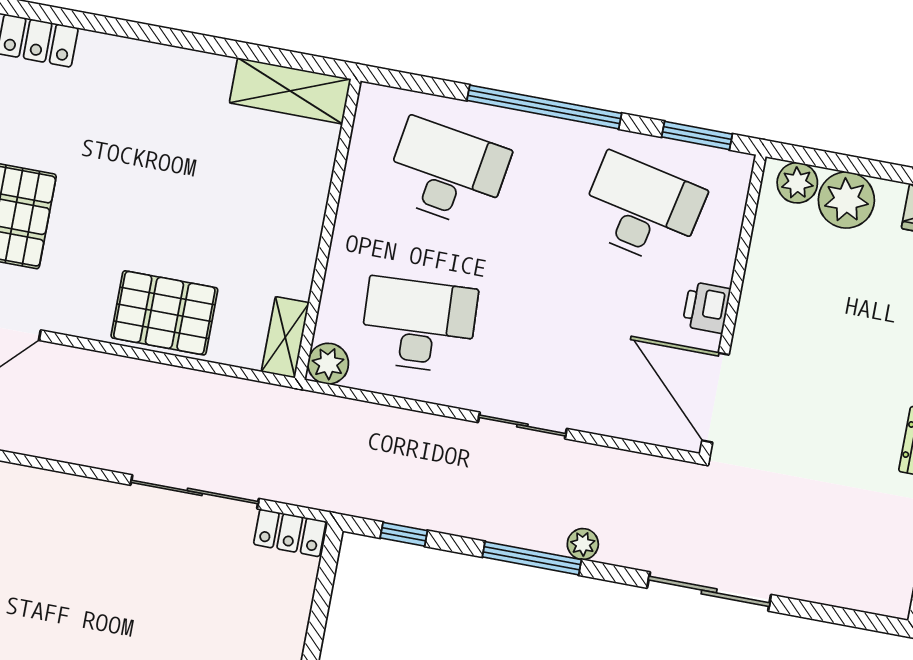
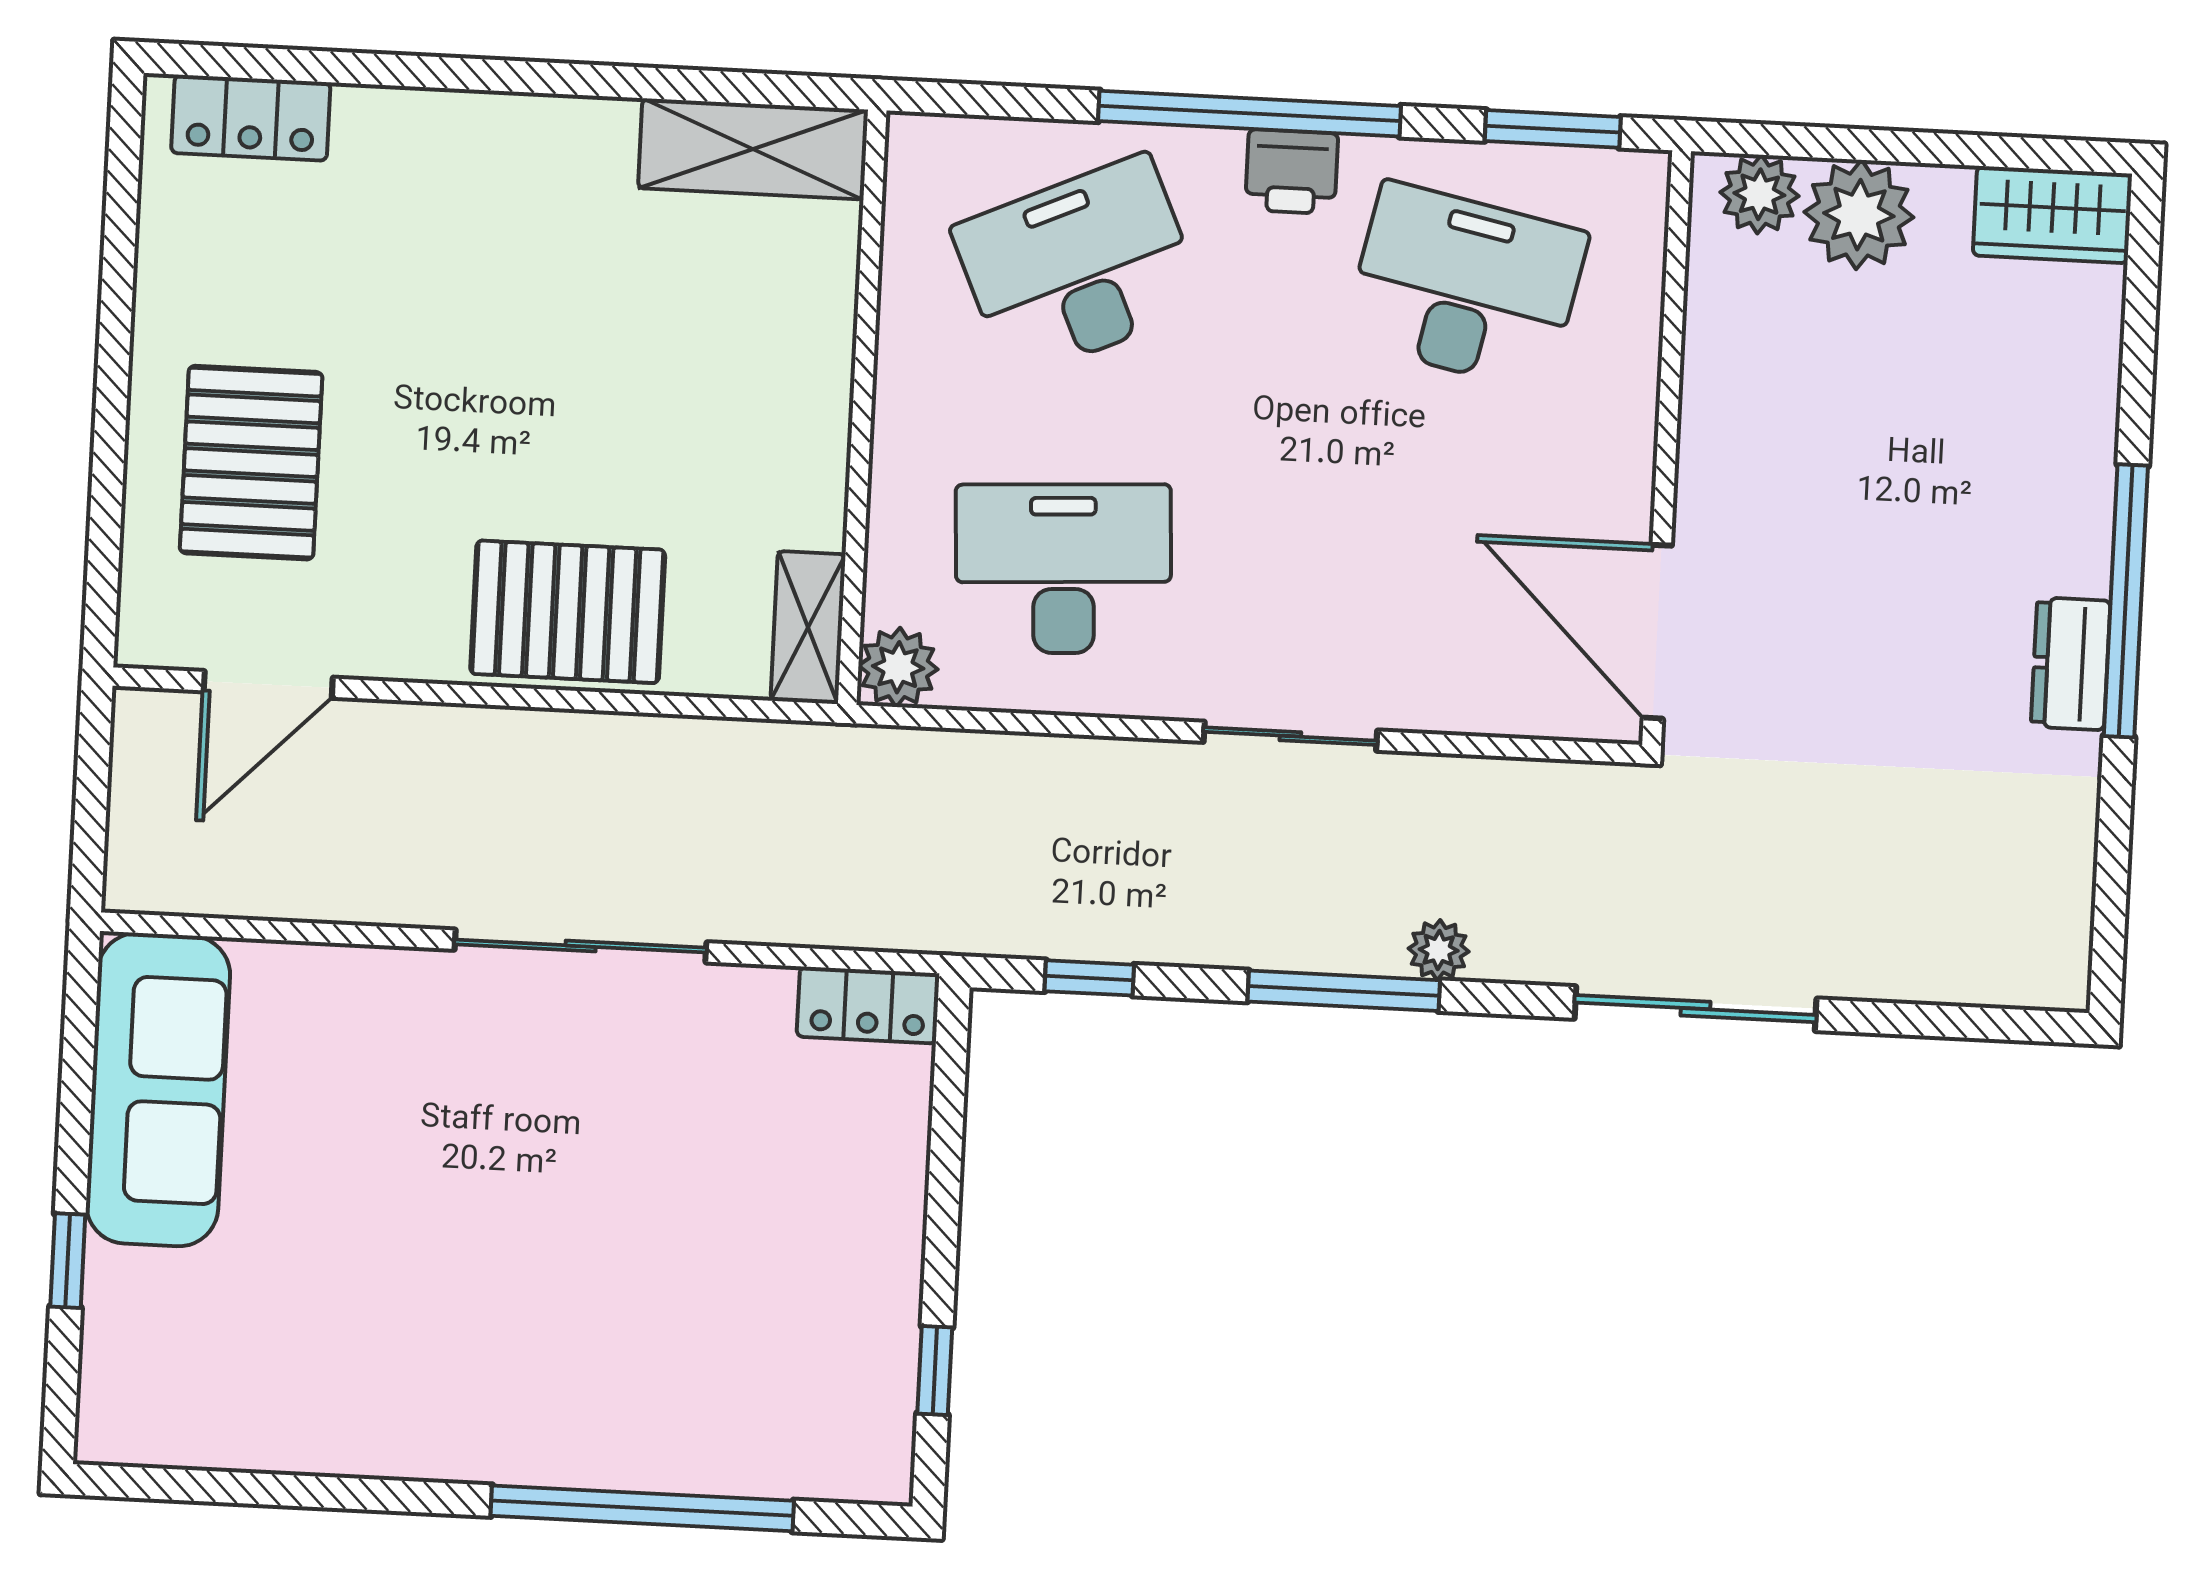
desk: (447, 173) -> (1079, 267), turned -33
printer: (706, 307) -> (1292, 172), moved, turned -90
sliding door: (195, 492) -> (581, 946), moved

